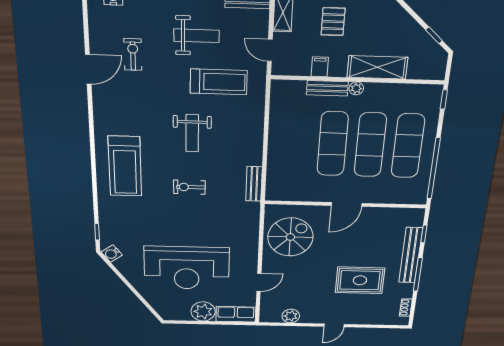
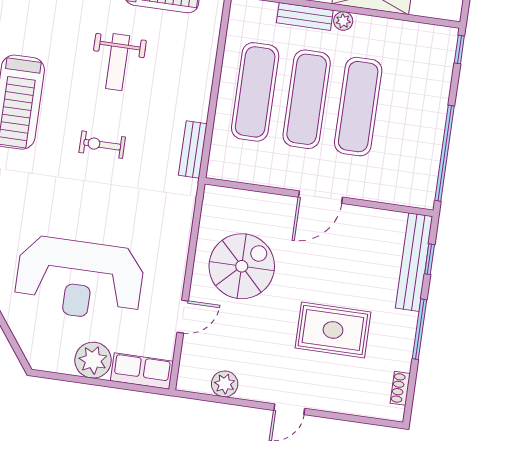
exercise mat: (408, 146) -> (255, 92), moved
spiral stairs: (290, 237) -> (242, 266), moved
bench: (411, 255) -> (414, 262), moved

